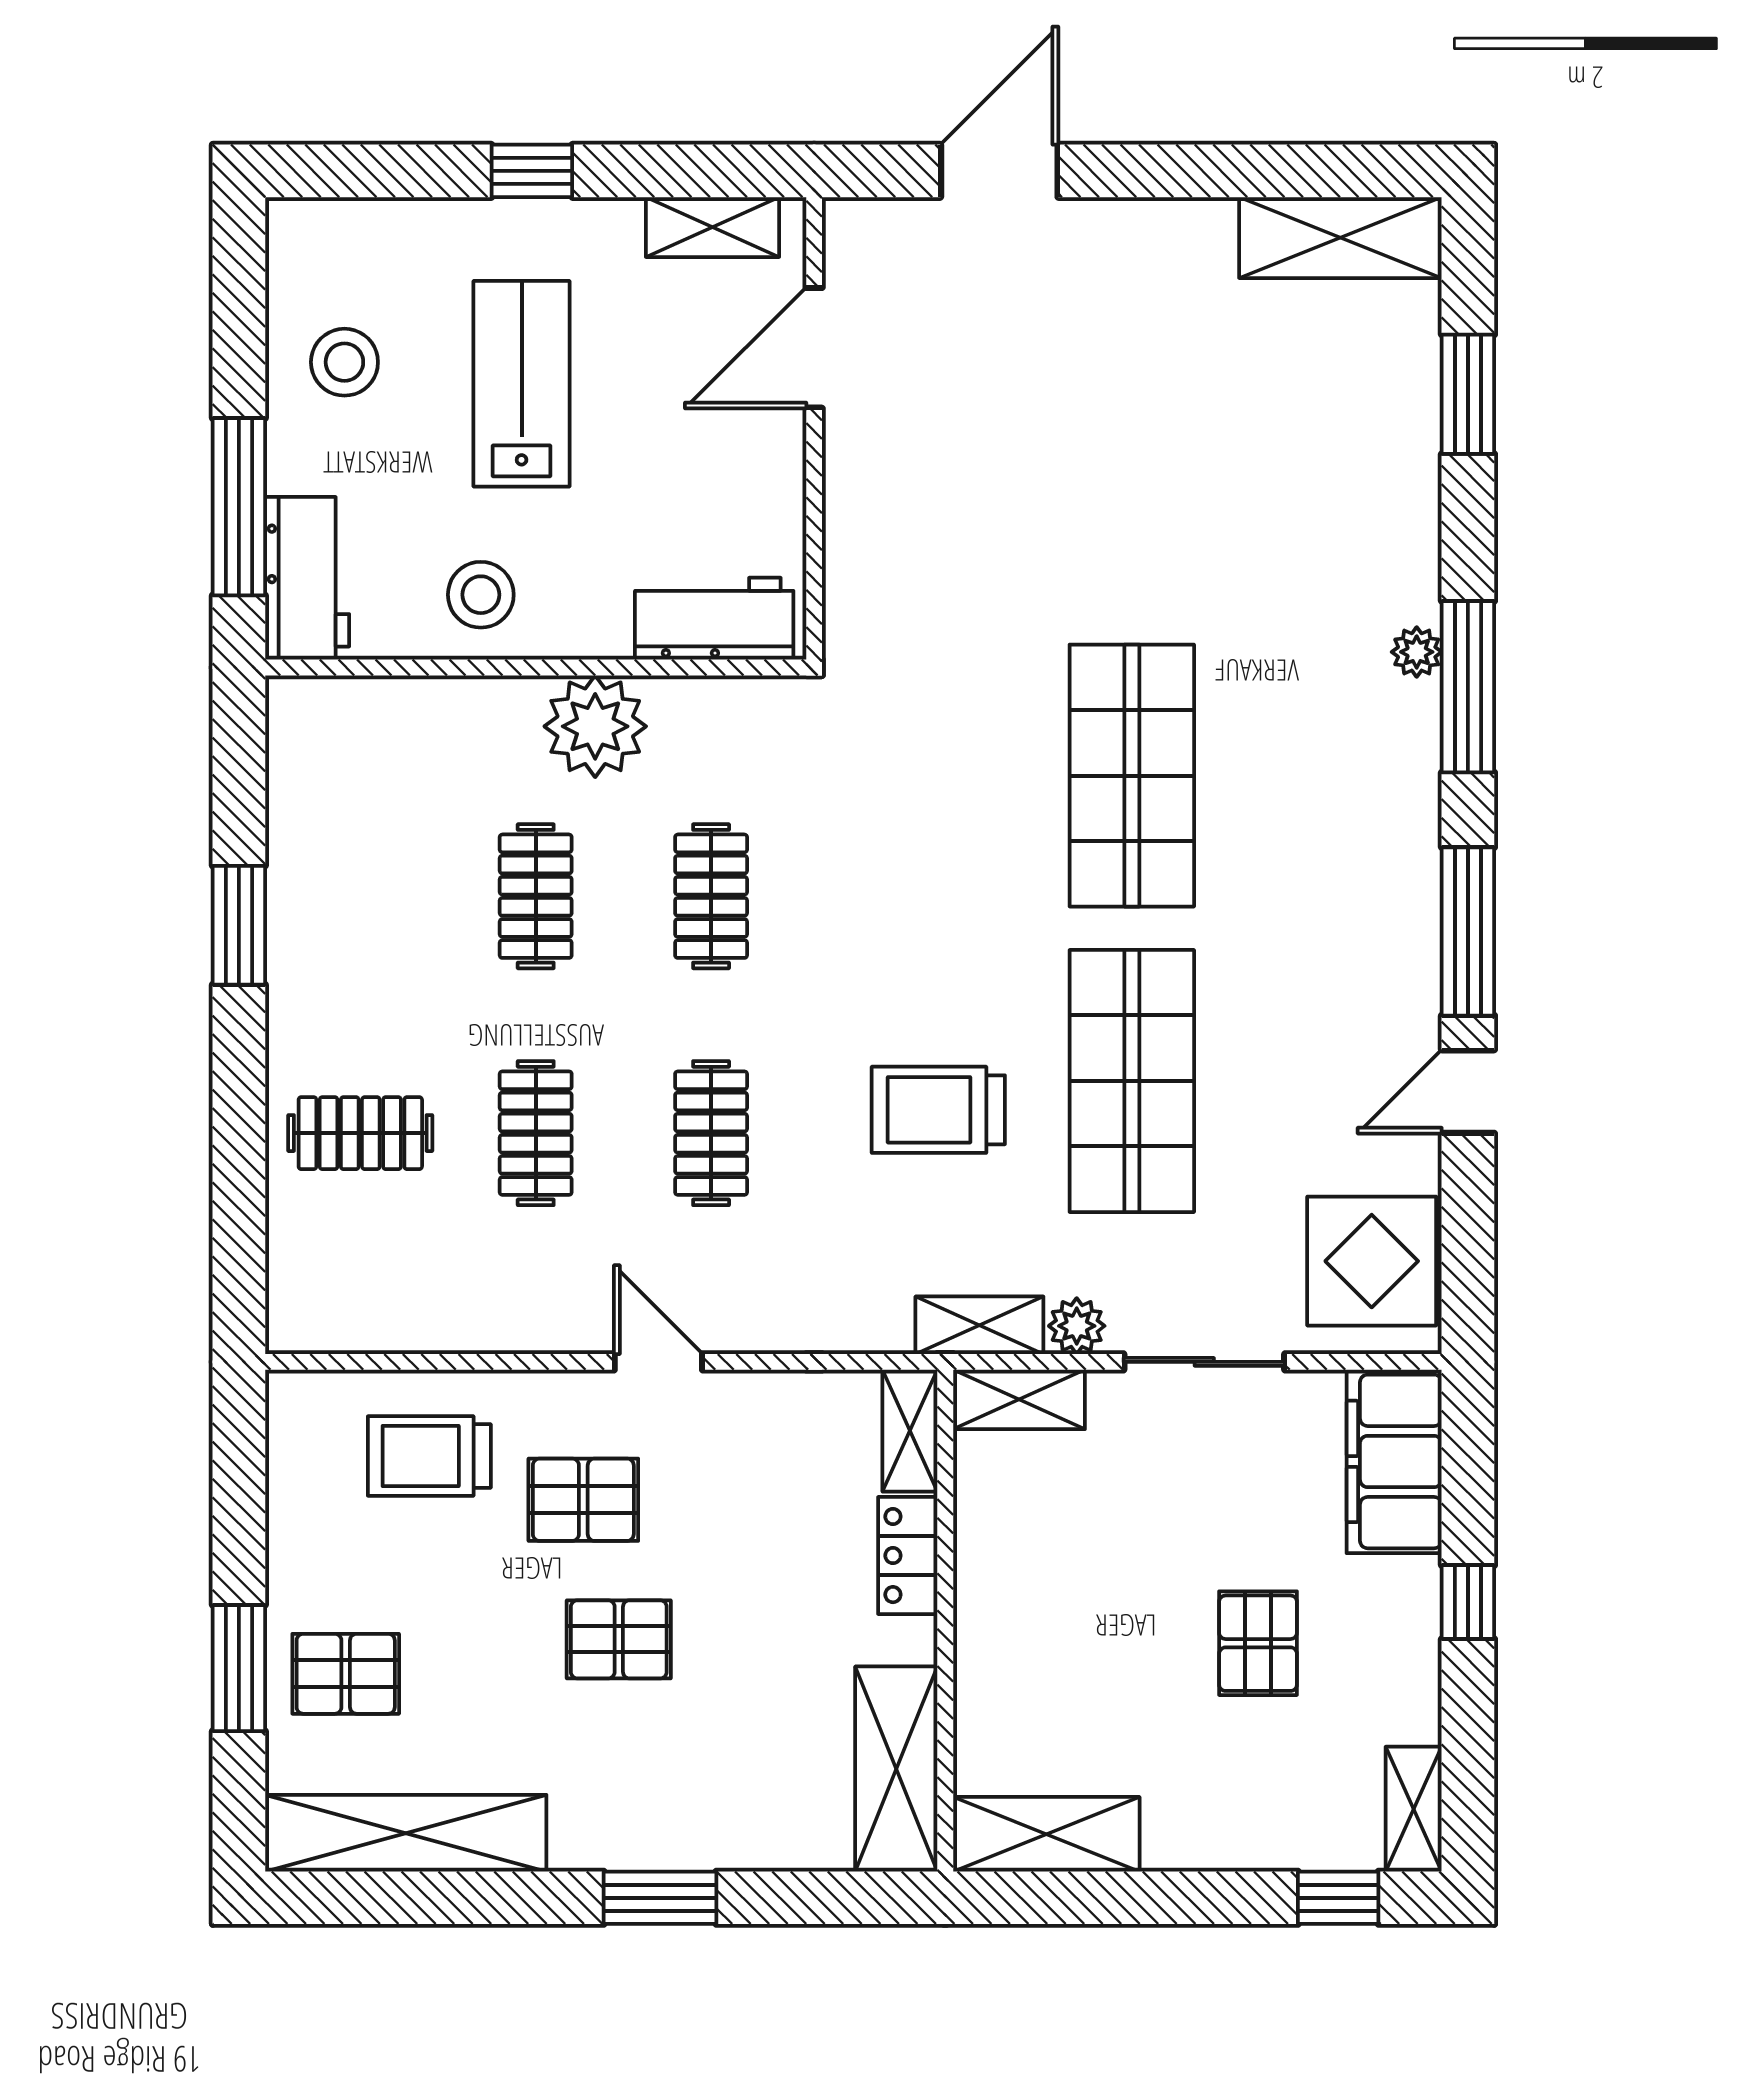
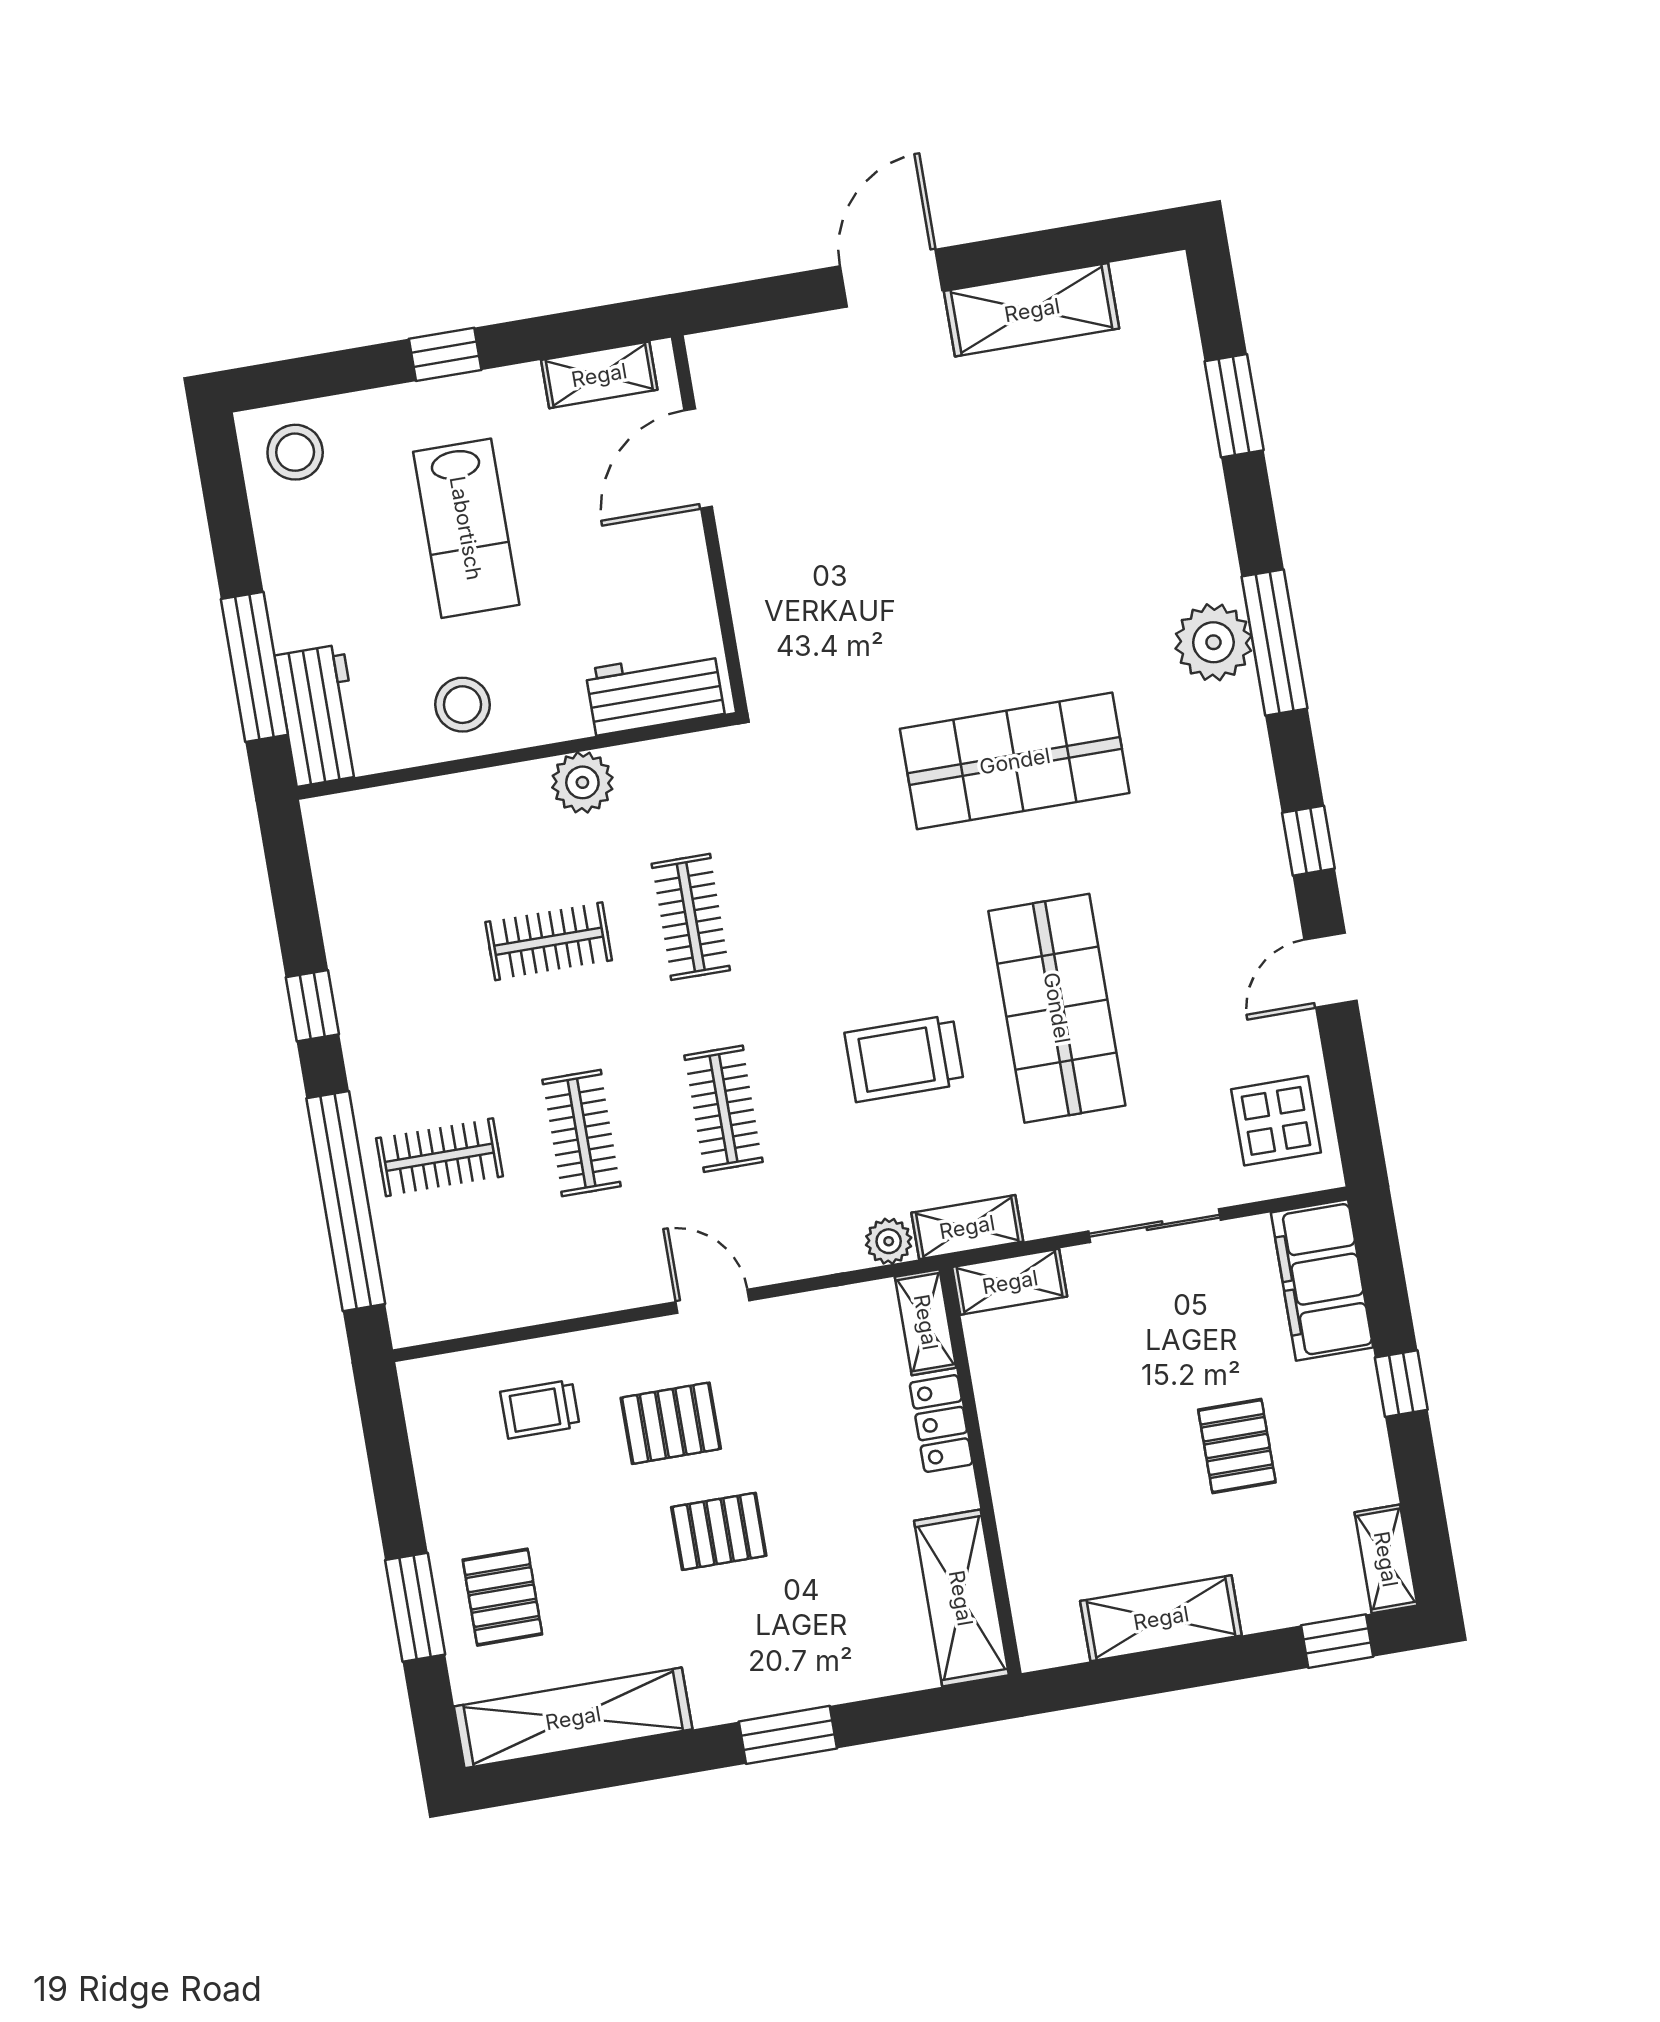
door: (999, 171) -> (891, 278), moved
shelving: (1340, 238) -> (1032, 310), moved
stool: (344, 362) -> (295, 452), moved
lab bench: (522, 384) -> (466, 528), turned 180
plant: (1417, 652) -> (1213, 642), width x1.88, depth x1.88
plant: (595, 726) -> (582, 782), width x0.73, depth x0.73
shop shelf: (1132, 776) -> (1015, 761), turned 90
clothes rail: (536, 896) -> (549, 941), turned 90
window: (239, 925) -> (312, 1006), width x0.67
window: (1468, 931) -> (1308, 841), width x0.46
window: (239, 1167) -> (346, 1201), added
display table: (1372, 1261) -> (1276, 1121), width x0.73, depth x0.73
plant: (1077, 1326) -> (889, 1241), moved
trolley: (429, 1456) -> (540, 1409), width x0.73, depth x0.72
pallet: (346, 1674) -> (502, 1597), turned 90
shelving: (1046, 1834) -> (1161, 1618), moved

